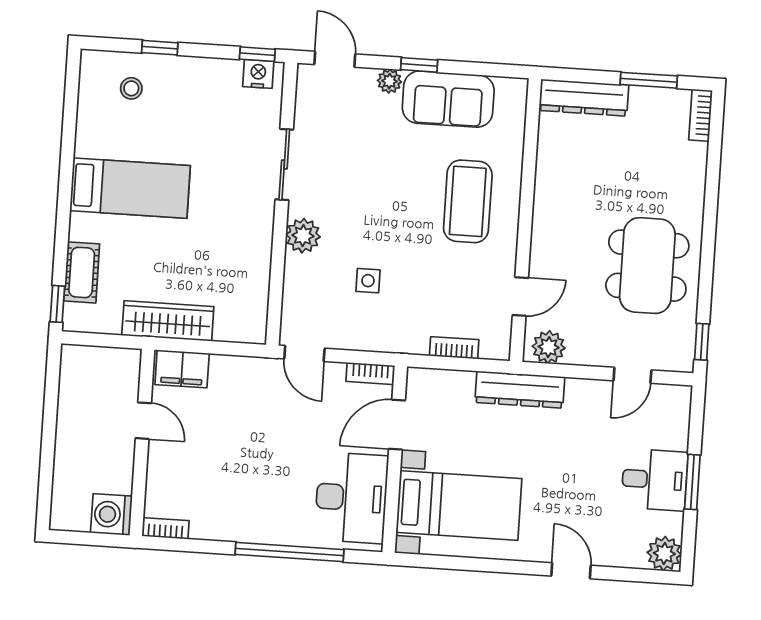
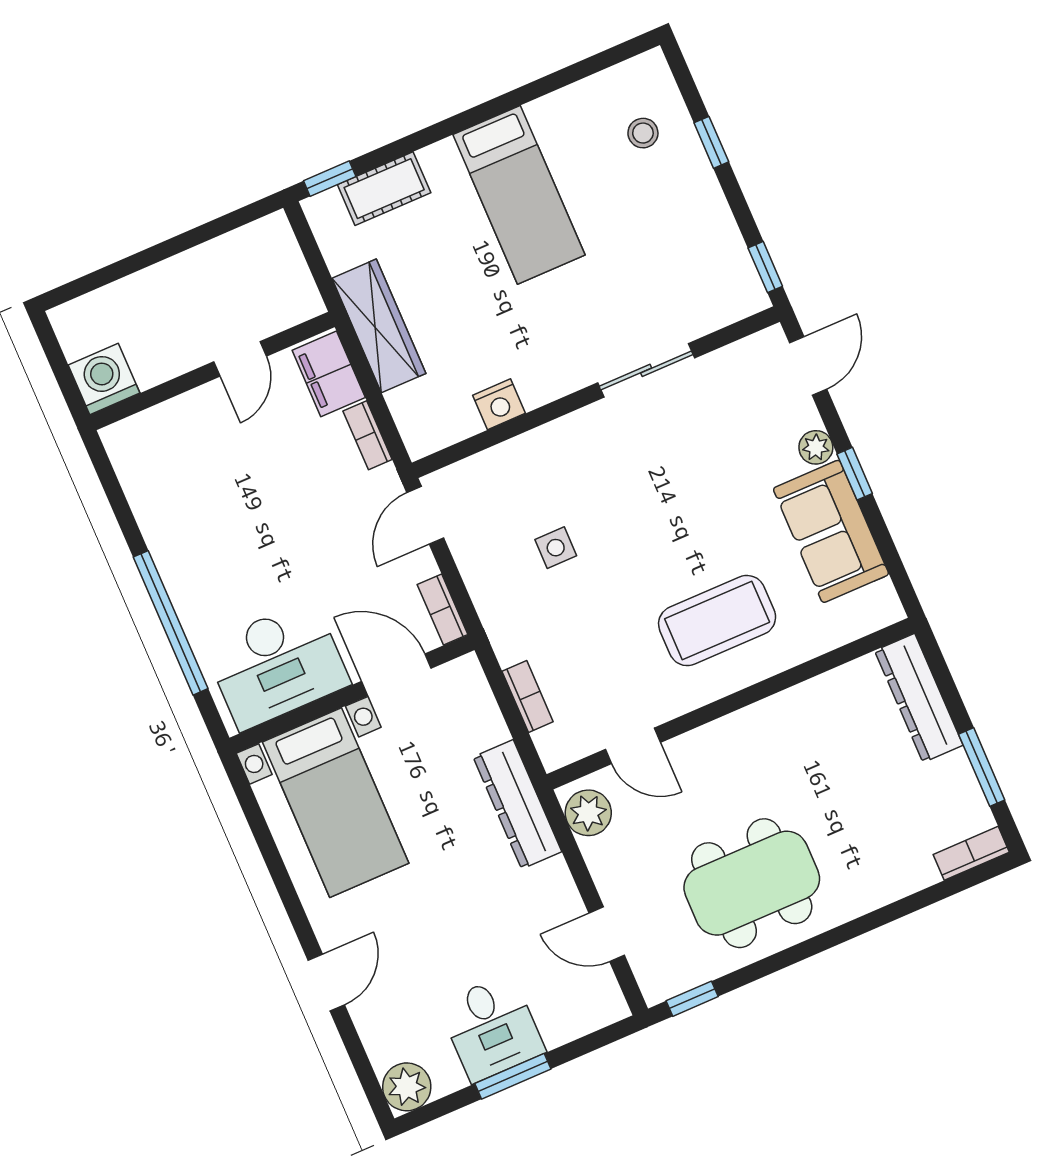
nightstand: (258, 74) -> (499, 404), moved, turned 90
plant: (303, 236) -> (570, 439), removed
bookcase: (165, 528) -> (368, 435), moved, turned 180

